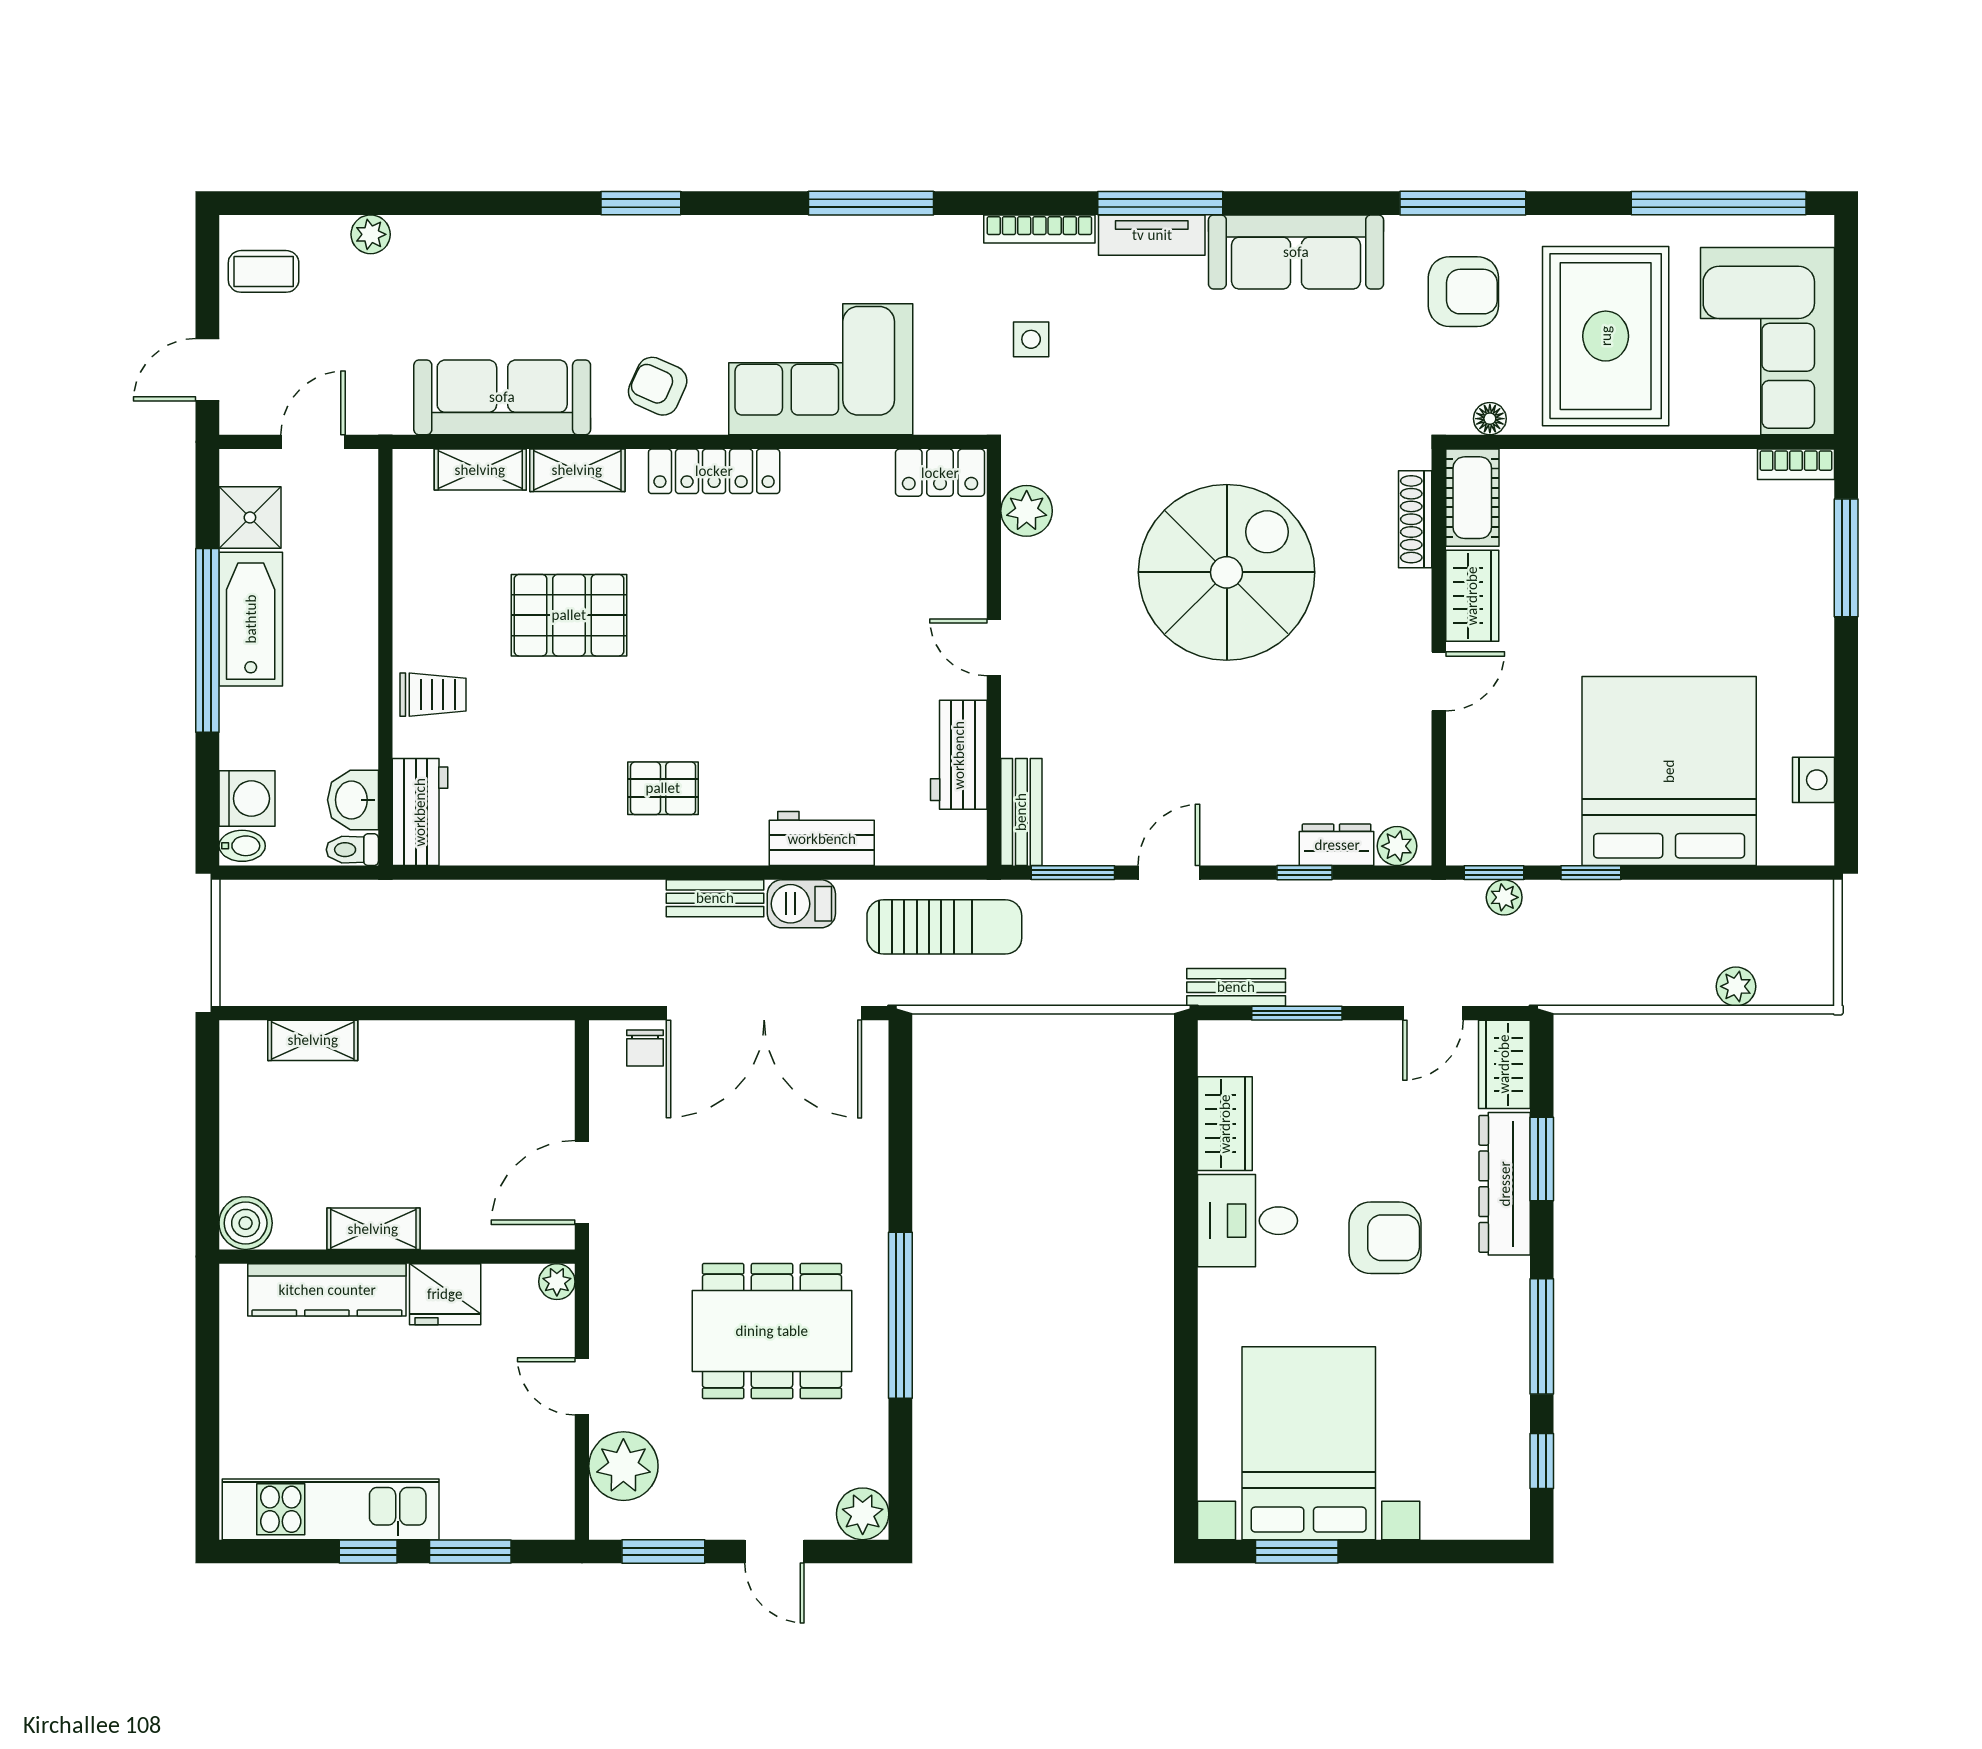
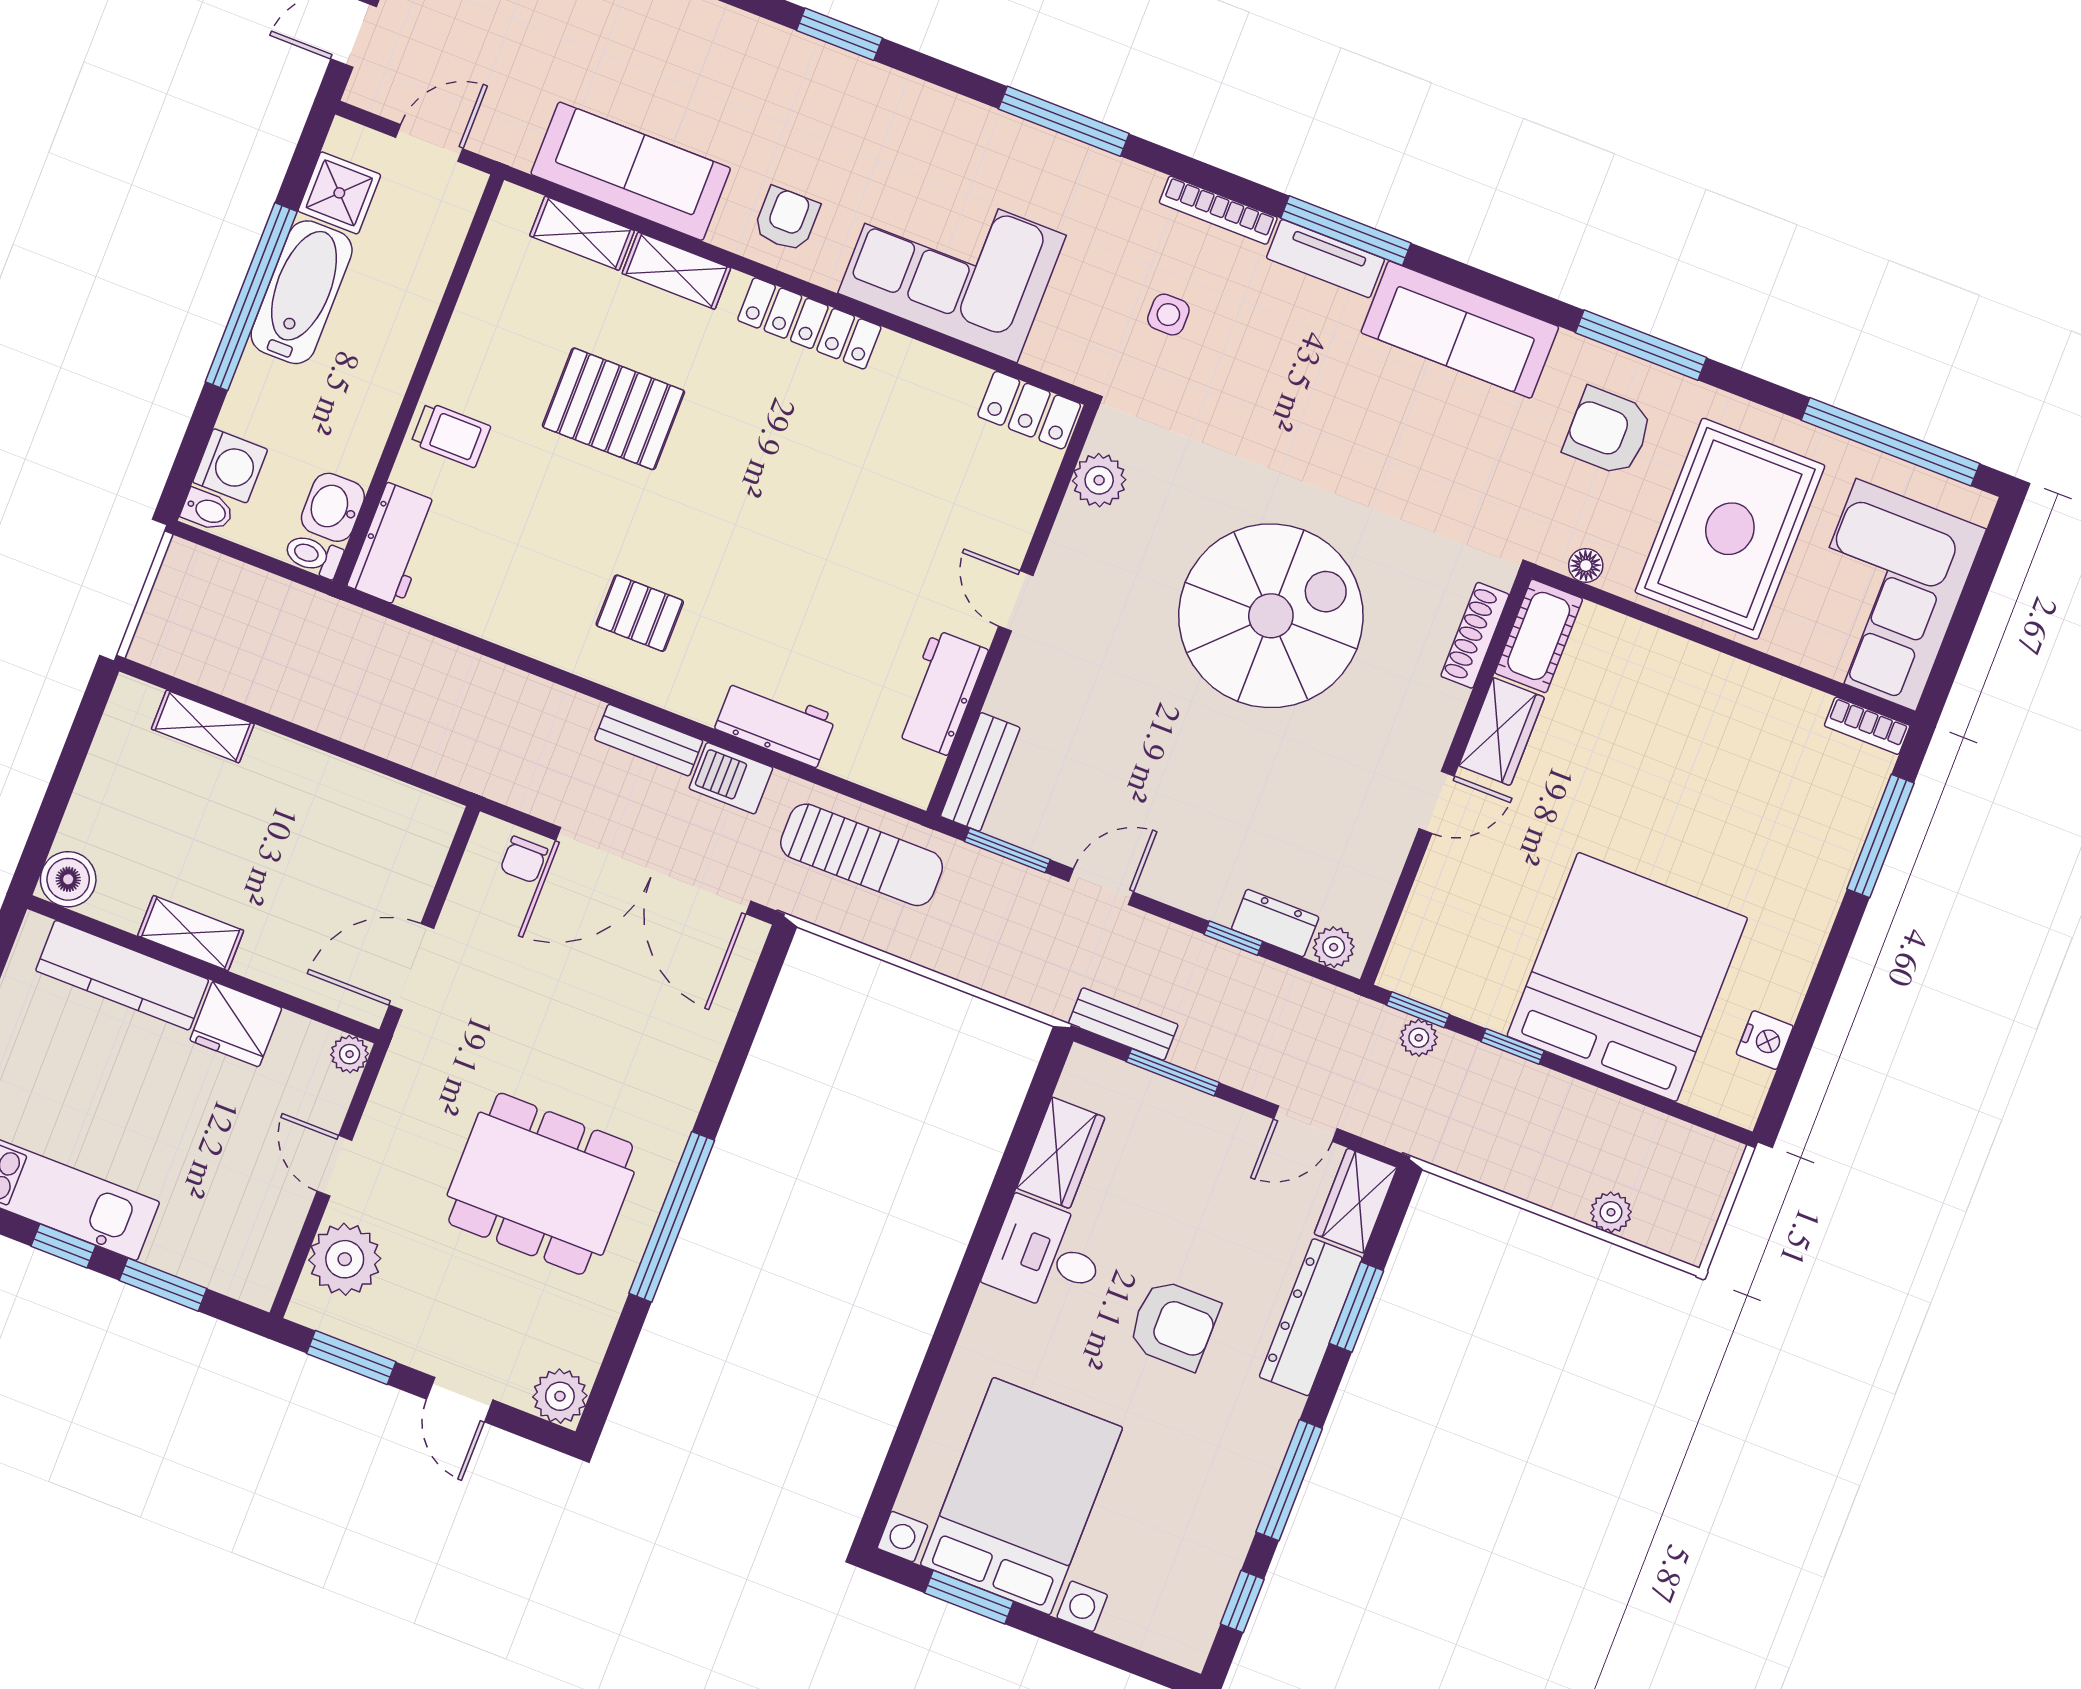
armchair: (1463, 292) -> (1608, 432), turned 180
armchair: (658, 386) -> (787, 219), turned 66

